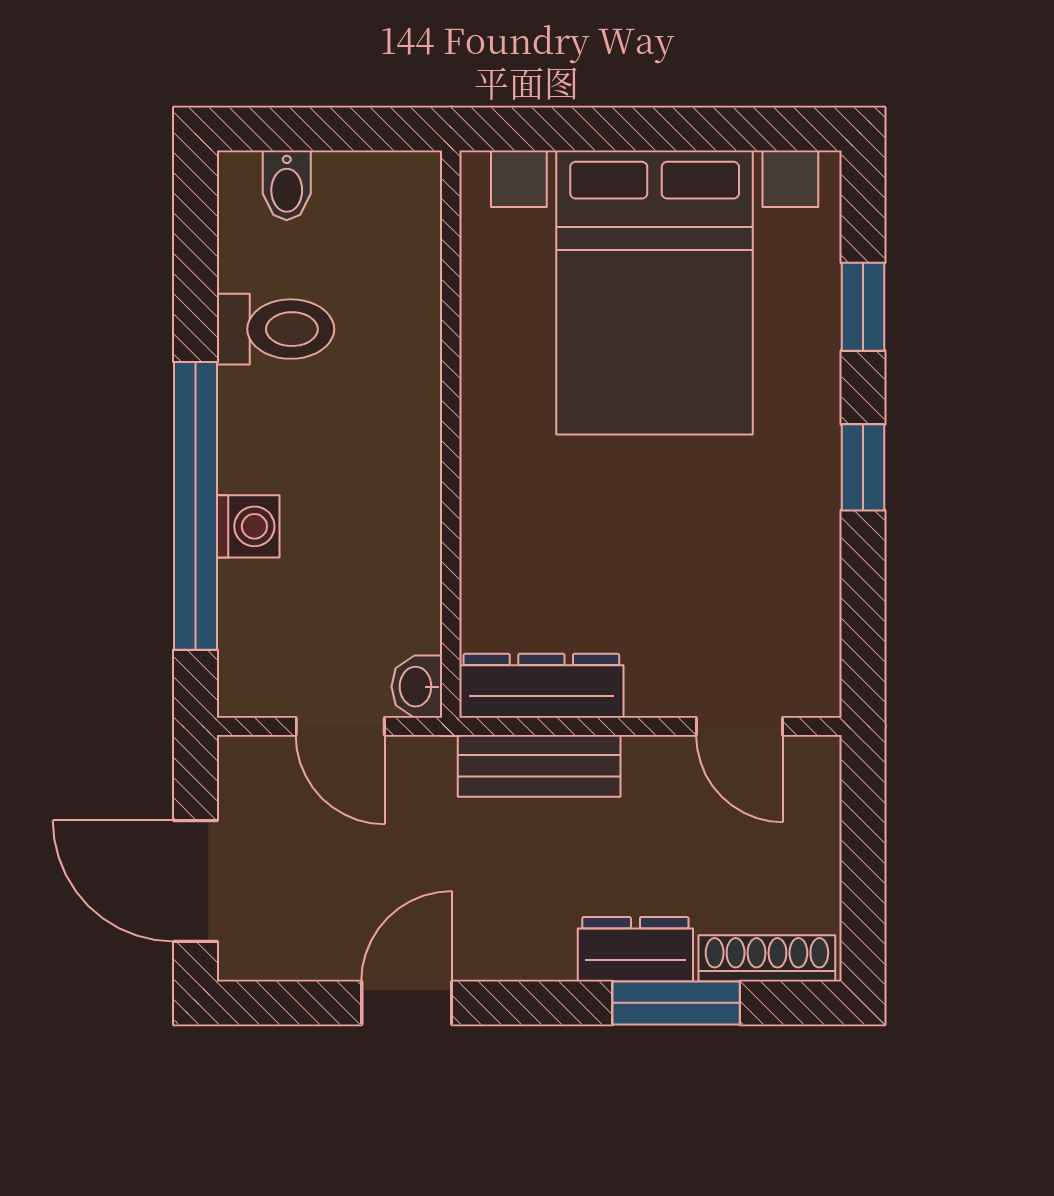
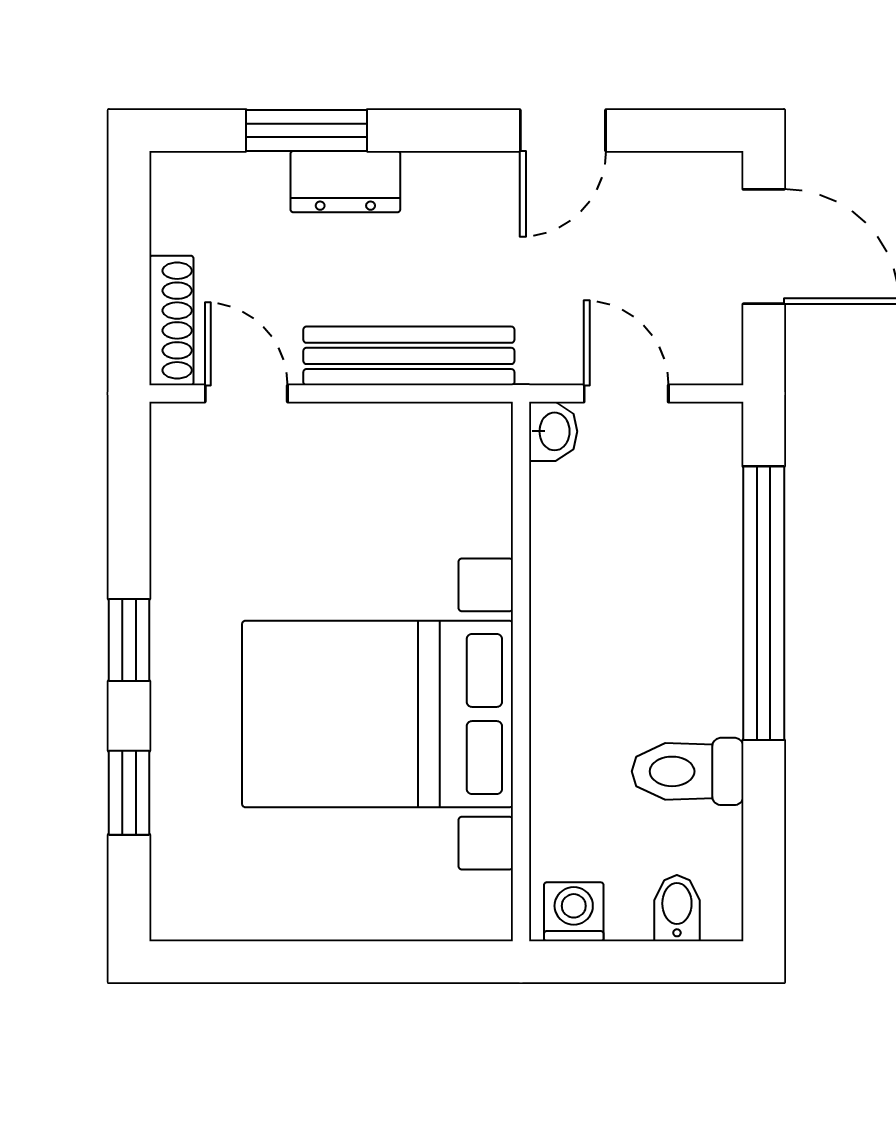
bed with nightstands: (655, 293) -> (378, 714), moved, turned -90
washing machine: (248, 526) -> (574, 912), moved, turned 90
dresser: (541, 686) -> (435, 432), removed
bench: (539, 766) -> (409, 356), width x1.36
shoe rack: (767, 958) -> (171, 320), moved, turned -90

